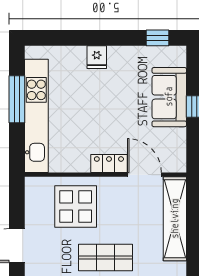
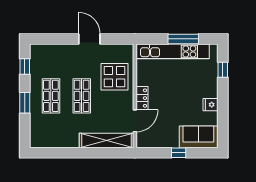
window: (158, 38) -> (223, 70), moved
fridge: (97, 57) -> (210, 105), moved
sofa: (169, 97) -> (198, 137), moved

